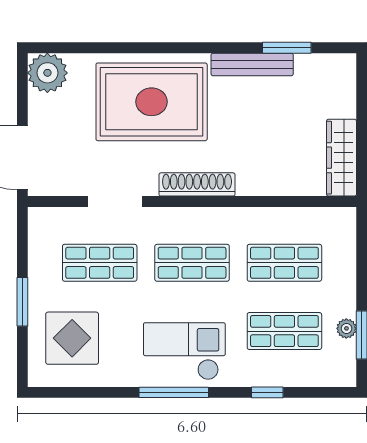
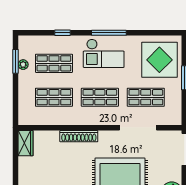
wardrobe: (341, 158) -> (26, 143), width x0.67
shoe rack: (197, 184) -> (79, 136), moved
doorway: (115, 201) -> (138, 128), width x1.36
display table: (72, 338) -> (159, 60), width x1.36, depth x1.36

